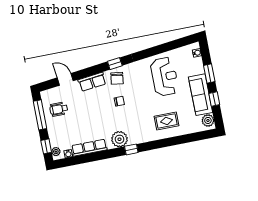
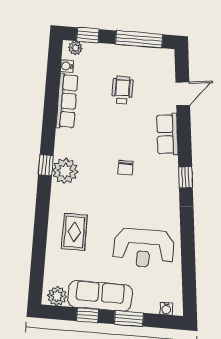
chair: (117, 78) -> (162, 174), removed
wheelchair: (59, 109) -> (122, 90), moved
plant: (119, 139) -> (65, 171), moved

